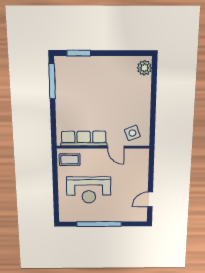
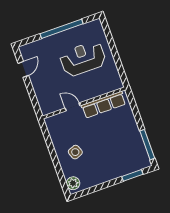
side table: (132, 133) -> (75, 152), moved
coffee table: (70, 160) -> (110, 81), removed

